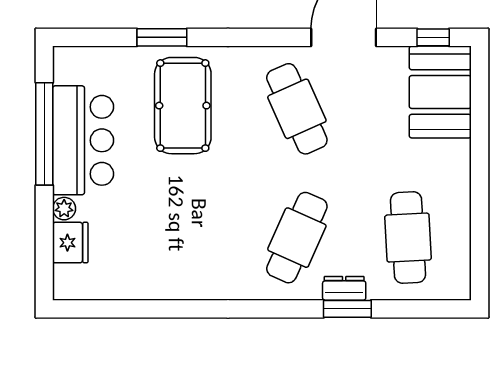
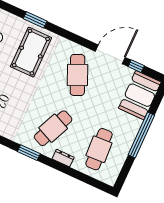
window: (433, 37) -> (136, 66), moved
window: (480, 170) -> (141, 135), added
window: (347, 309) -> (29, 153), moved

